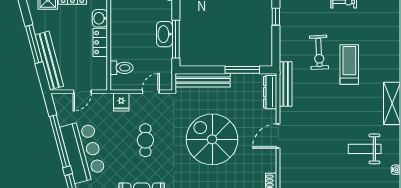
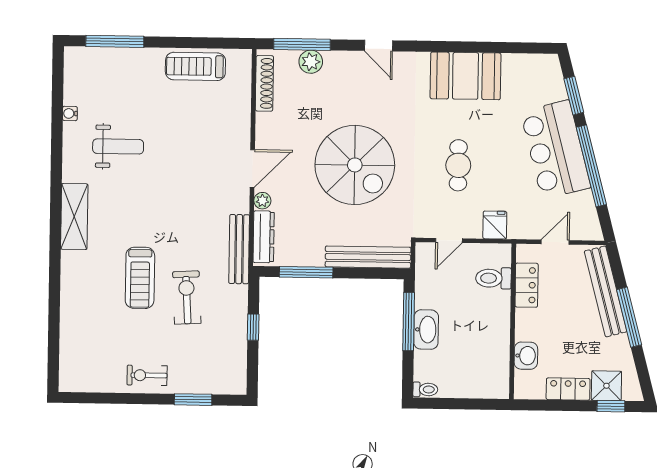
window: (276, 17) -> (253, 327), moved
locker: (100, 42) -> (527, 285), moved
plant: (271, 115) -> (262, 201), added

